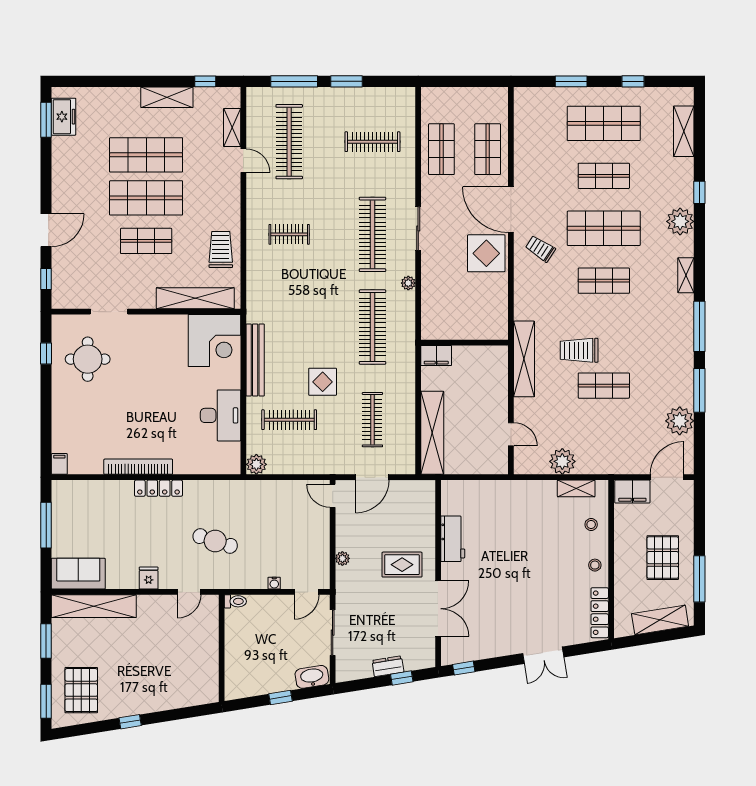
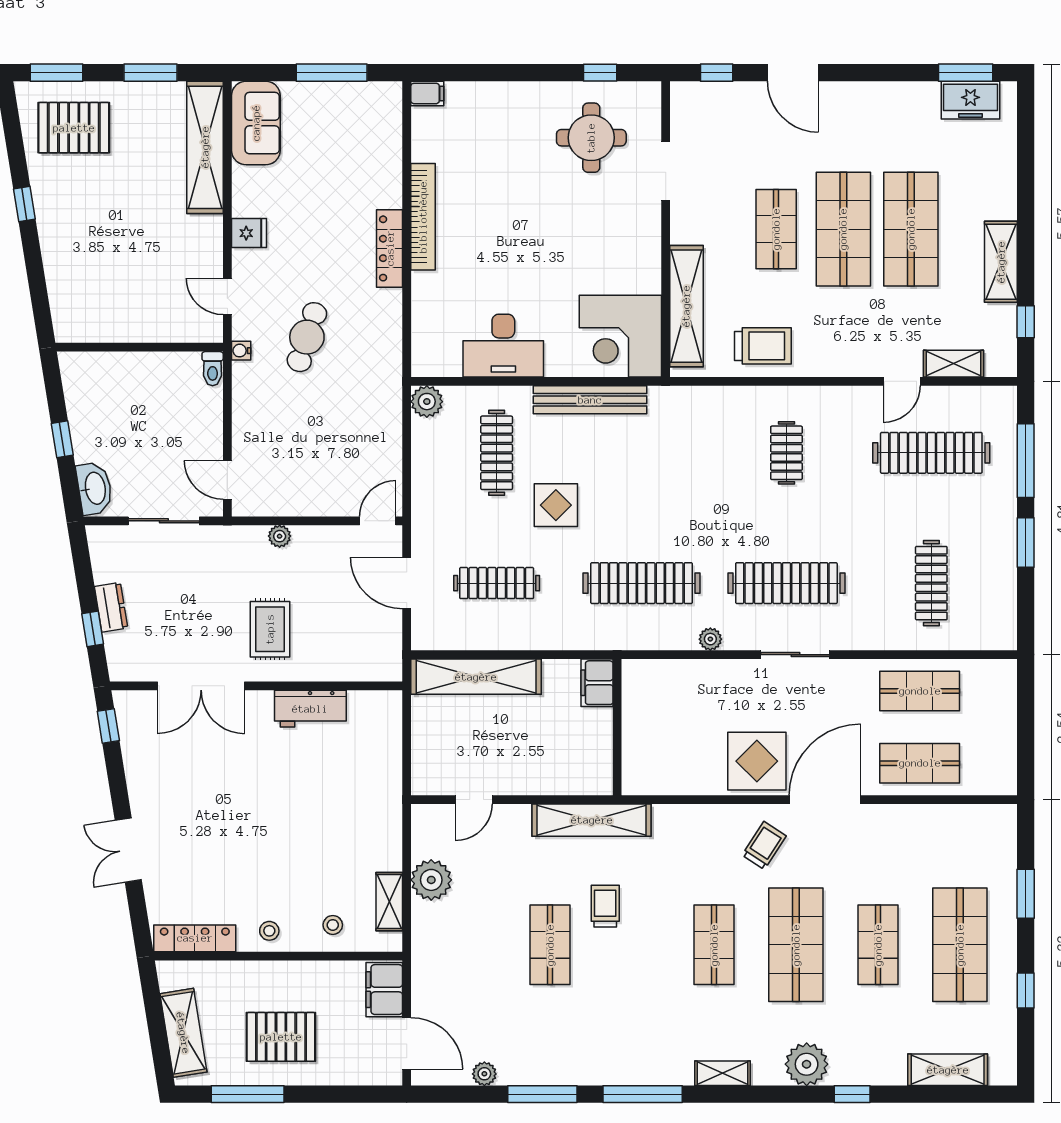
trolley: (579, 350) -> (605, 906), width x0.73, depth x0.72
plant: (680, 421) -> (484, 1074), width x0.53, depth x0.53
water cooler: (274, 583) -> (241, 351), moved

